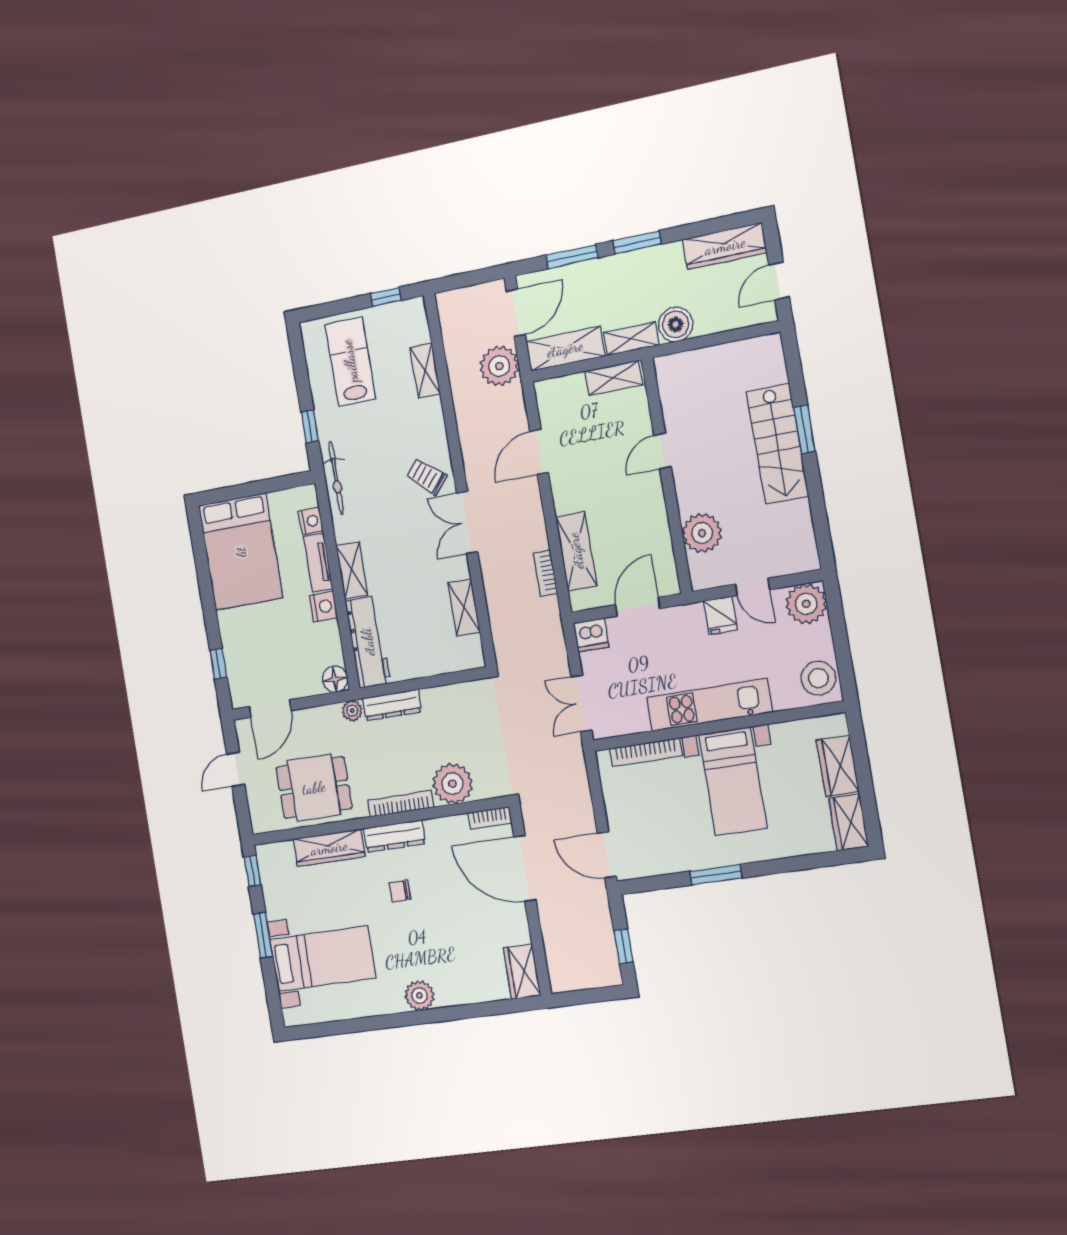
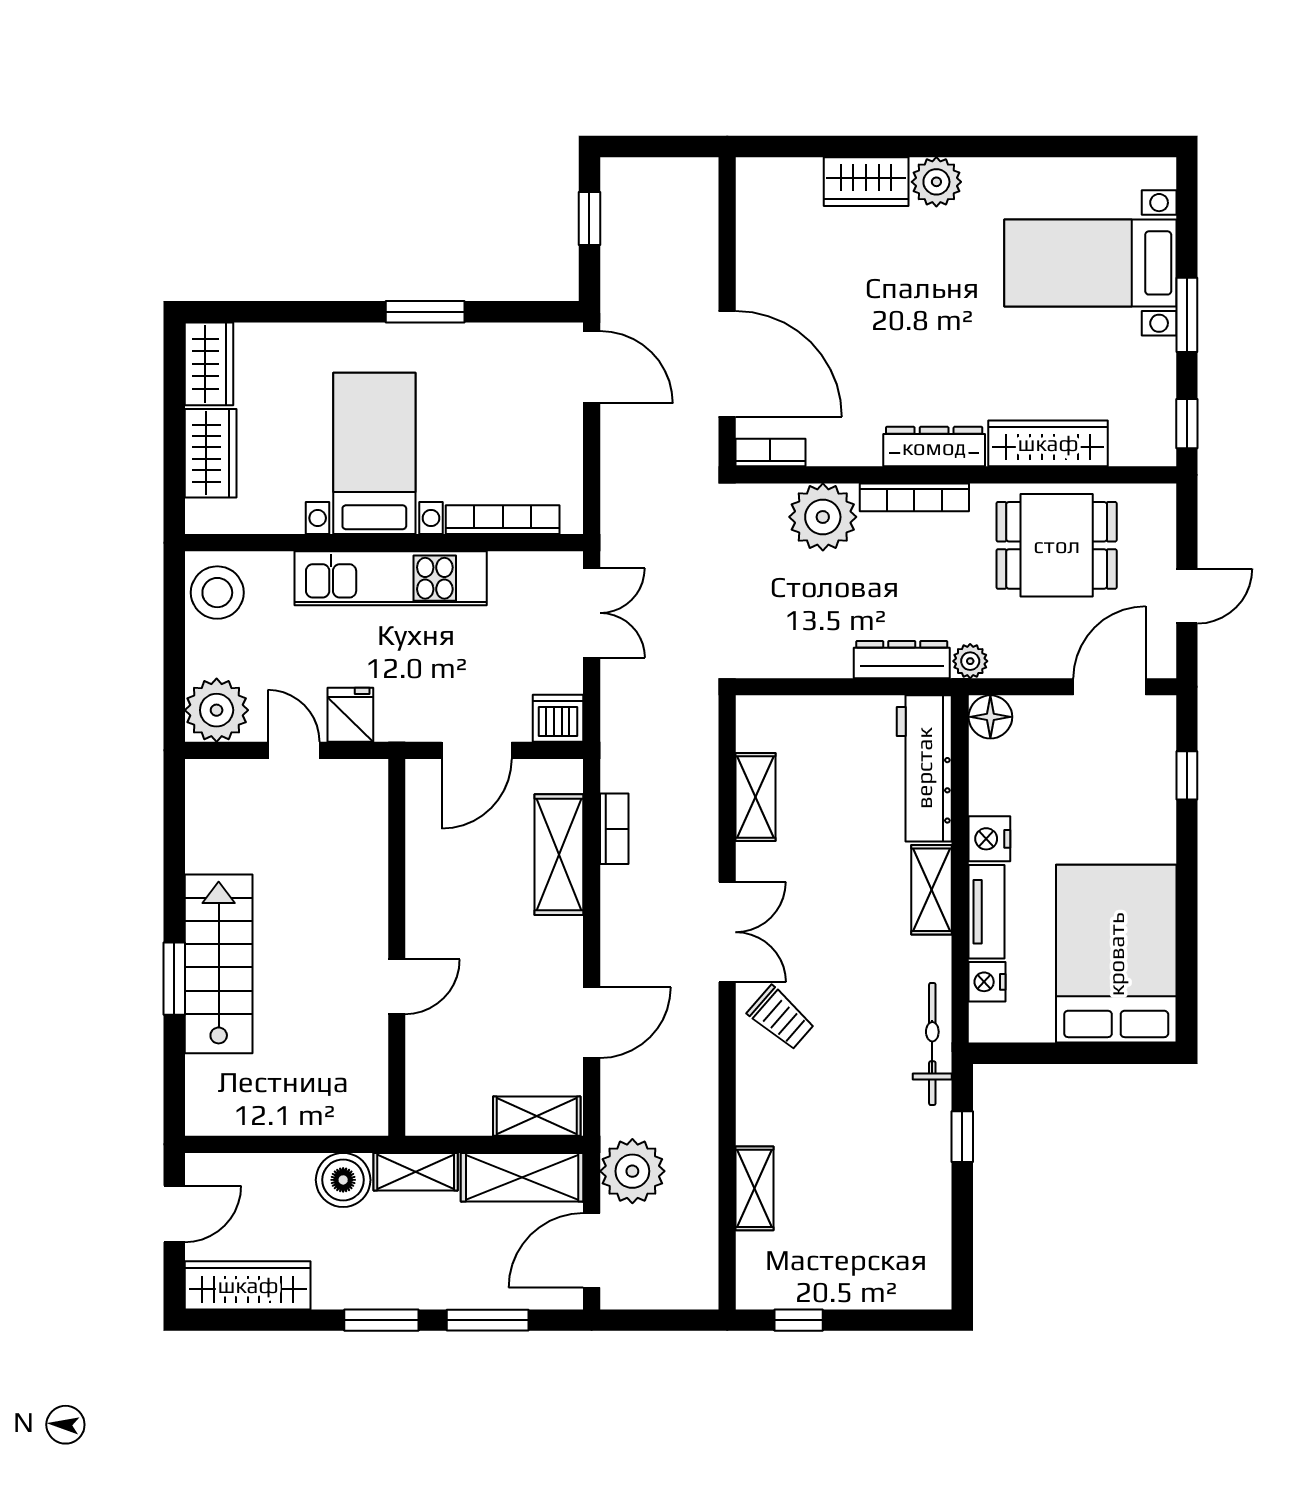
lab bench: (350, 361) -> (876, 1228), removed
shelving: (613, 378) -> (537, 1116), moved
plant: (702, 533) -> (357, 848), removed
chair: (400, 891) -> (940, 356), removed
wardrobe: (522, 972) -> (866, 182), moved, turned 90

